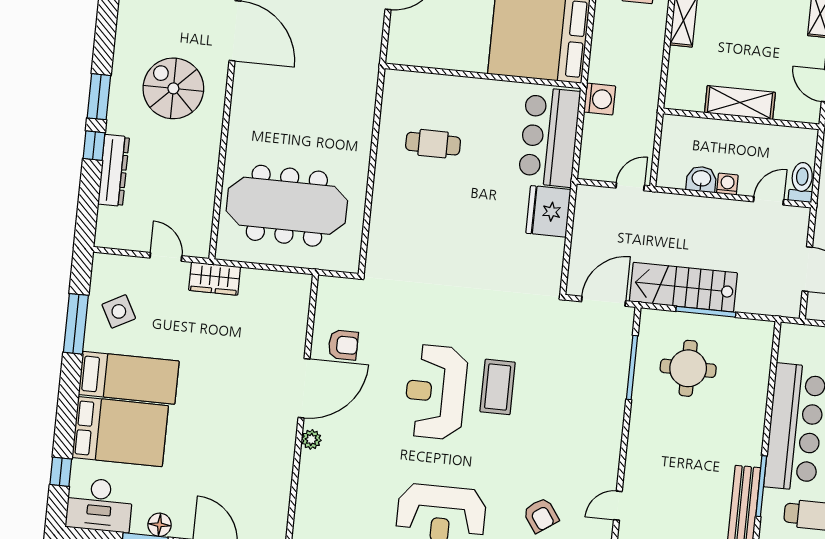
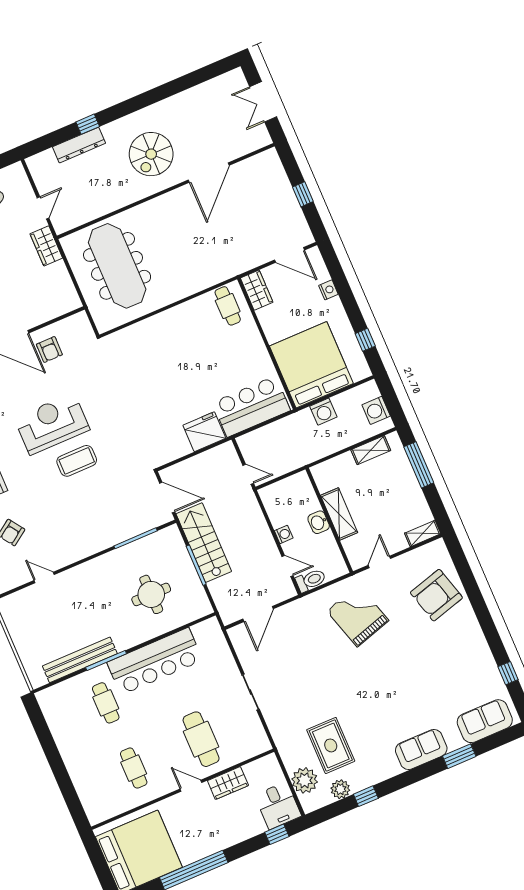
wardrobe: (411, 52) -> (257, 290), added
spiral stairs: (173, 88) -> (151, 154), turned 180
window: (99, 97) -> (120, 110), removed
washing machine: (600, 99) -> (323, 412), moved
cafe table: (433, 144) -> (228, 306), moved
washbasin: (701, 179) -> (319, 522), moved, turned 180
round table: (688, 368) -> (151, 594), moved

